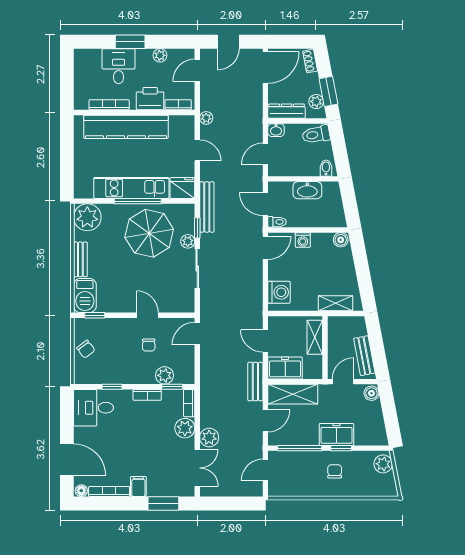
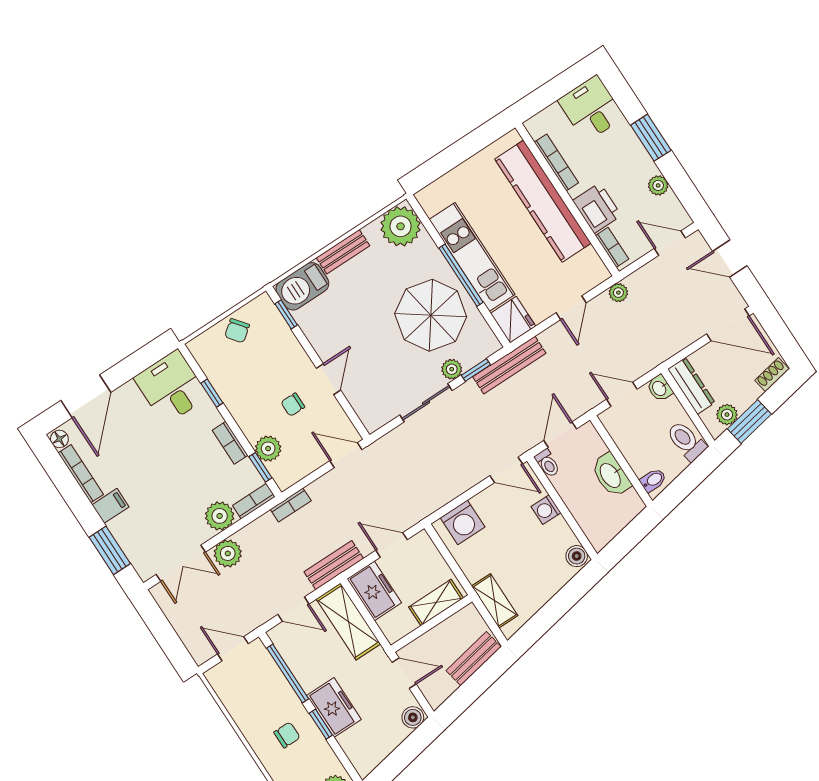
desk: (119, 66) -> (591, 109), moved, turned -90
door: (265, 341) -> (392, 545), hinge flipped
bench: (364, 356) -> (474, 659), moved
bookcase: (205, 384) -> (291, 505), added

